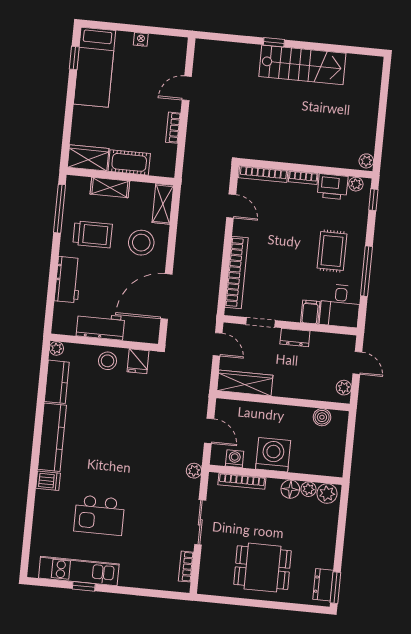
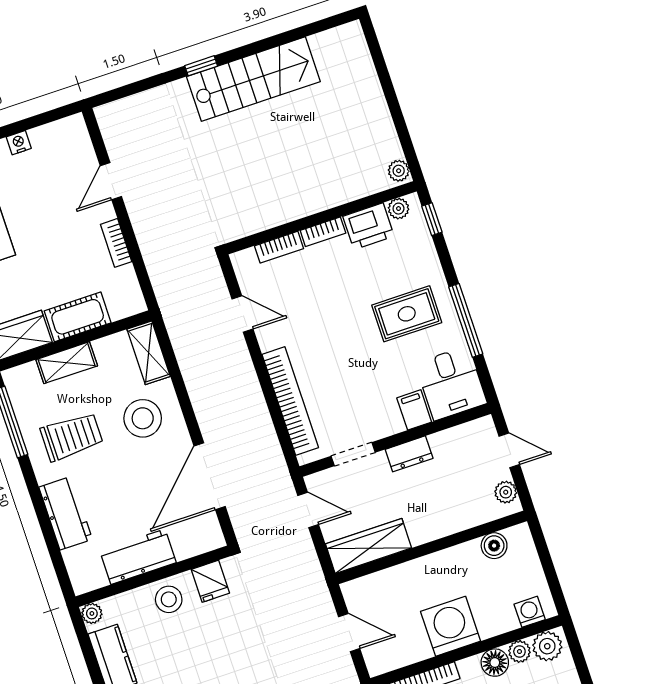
bookcase: (263, 174) -> (279, 247), width x0.64
rug: (332, 251) -> (407, 314), turned 90
washing machine: (235, 459) -> (530, 612), moved

